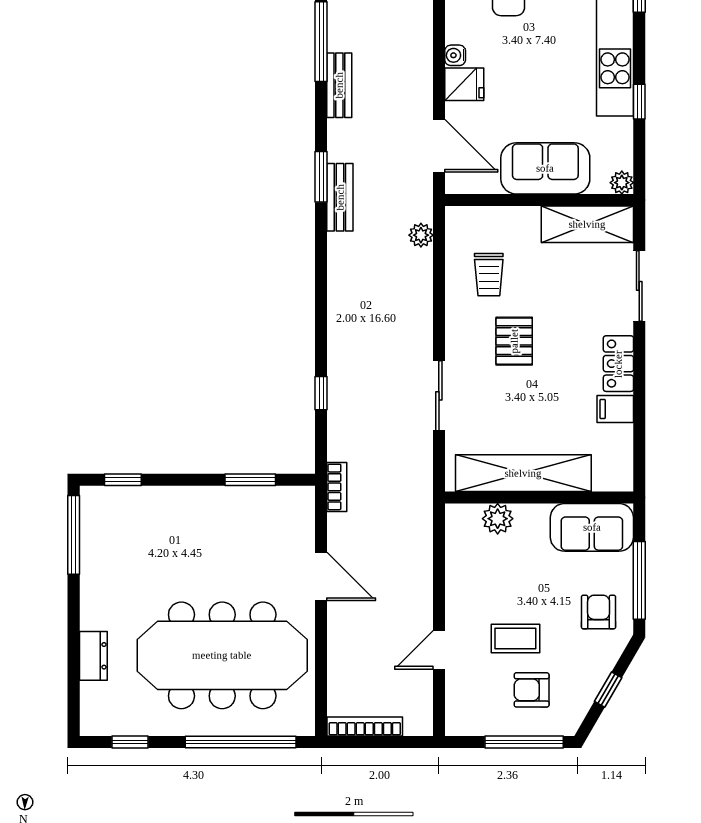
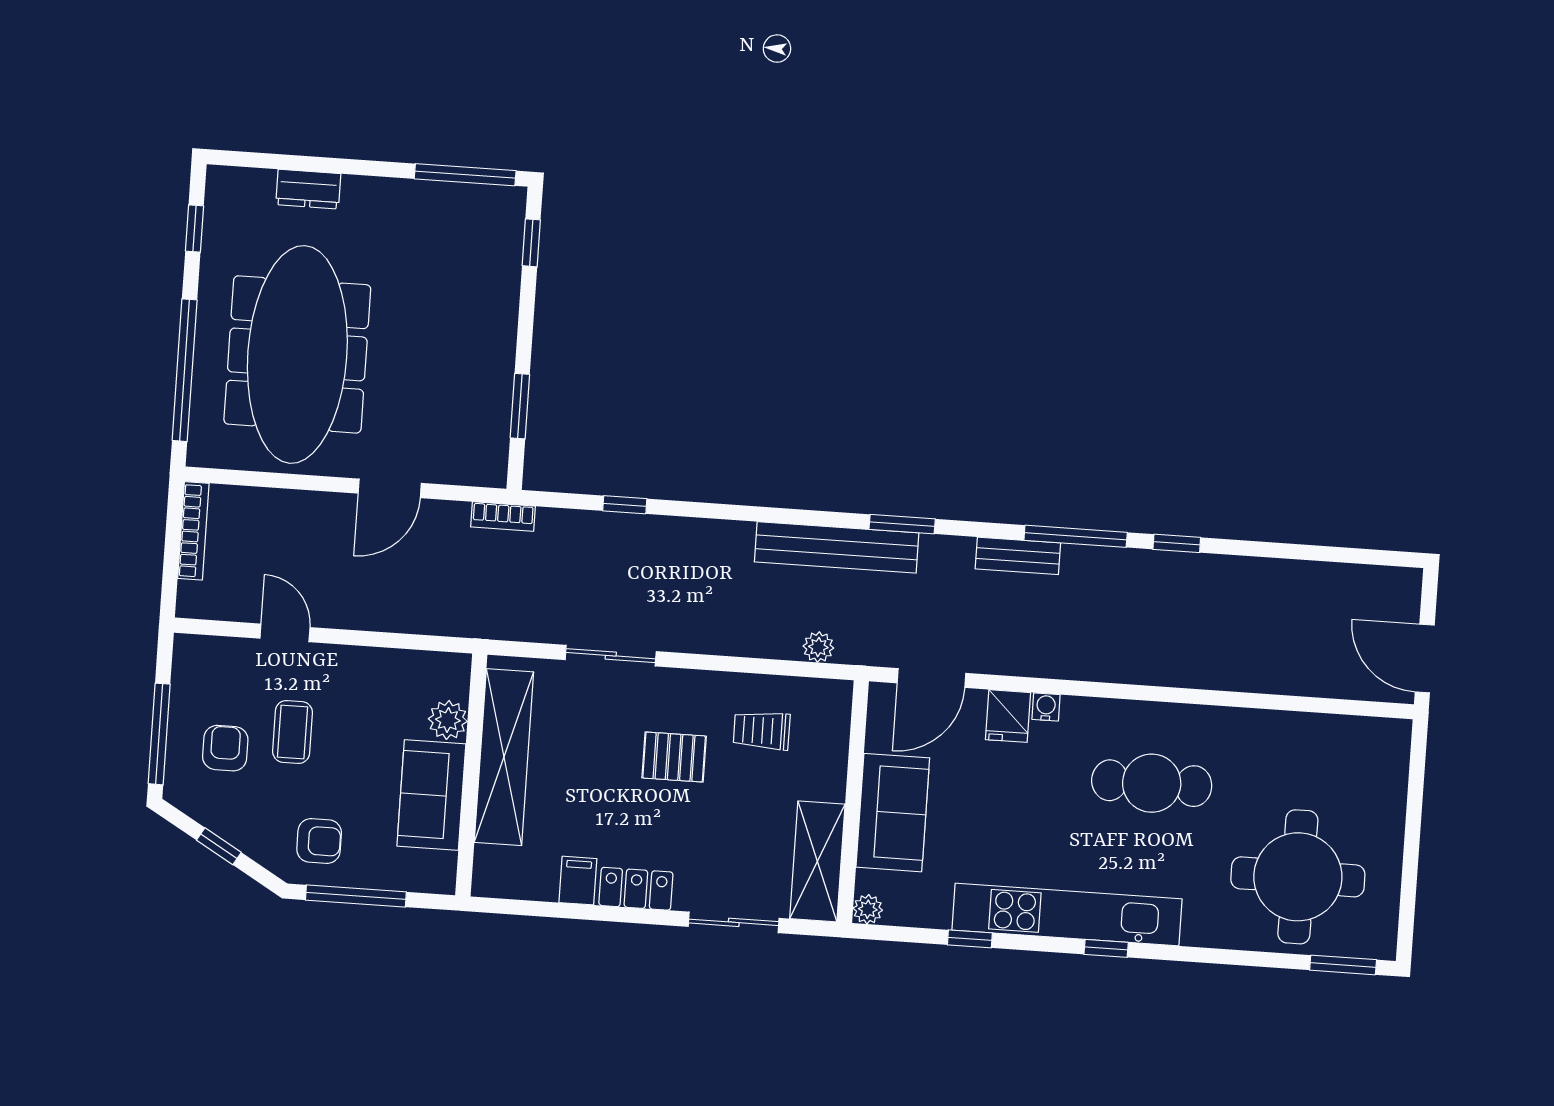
bench: (340, 197) -> (837, 547), width x1.86, depth x1.21
sofa: (592, 527) -> (431, 795), moved

